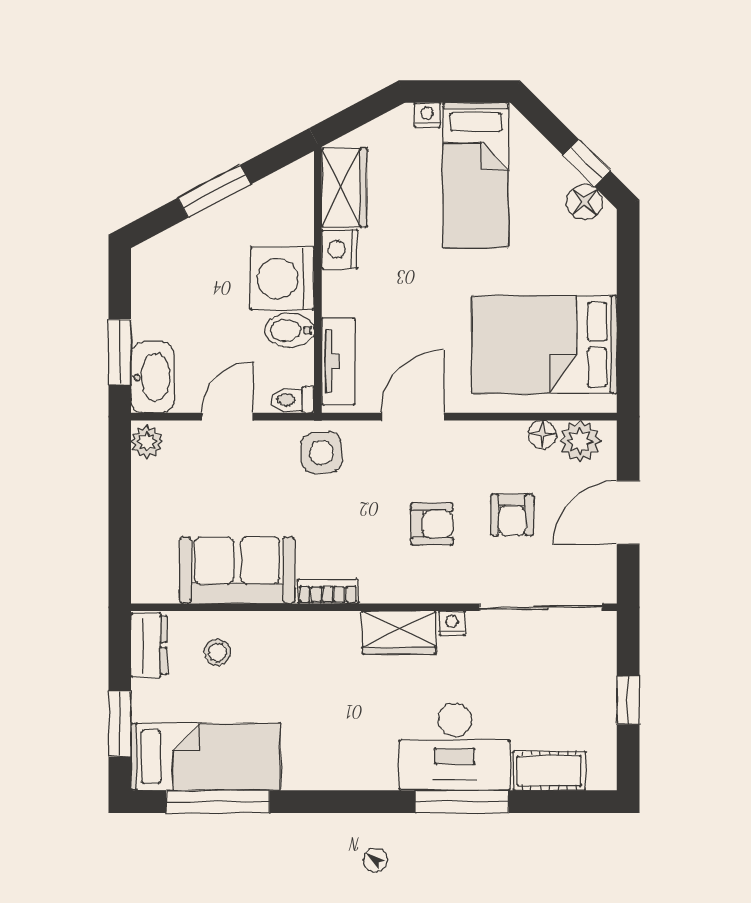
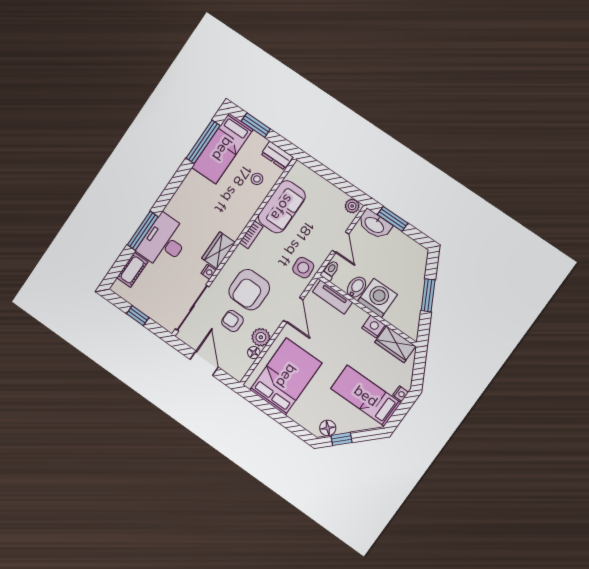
plant: (580, 441) -> (261, 337), moved
armchair: (432, 524) -> (249, 290), width x1.88, depth x1.88

